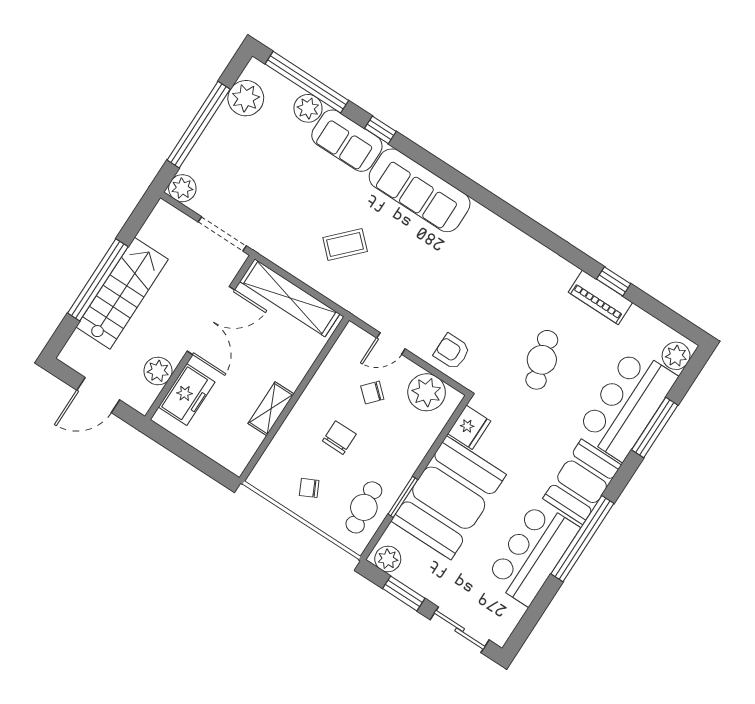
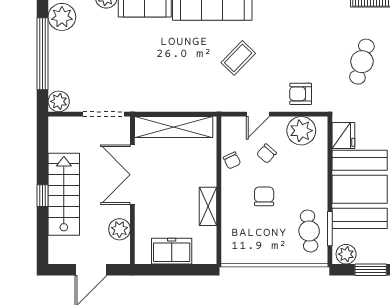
coffee table: (345, 245) -> (238, 58), moved
window: (98, 280) -> (43, 196), width x0.32
double door: (211, 320) -> (132, 175), swing flipped
cafe table: (542, 360) -> (362, 62), turned 33
freezer: (187, 395) -> (172, 251), moved, turned -90
chair: (309, 488) -> (232, 160), moved, turned -90
window: (403, 497) -> (330, 229), moved

